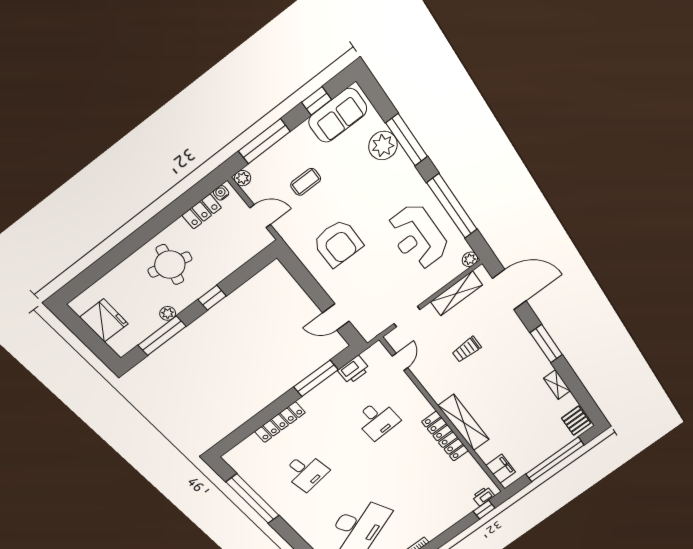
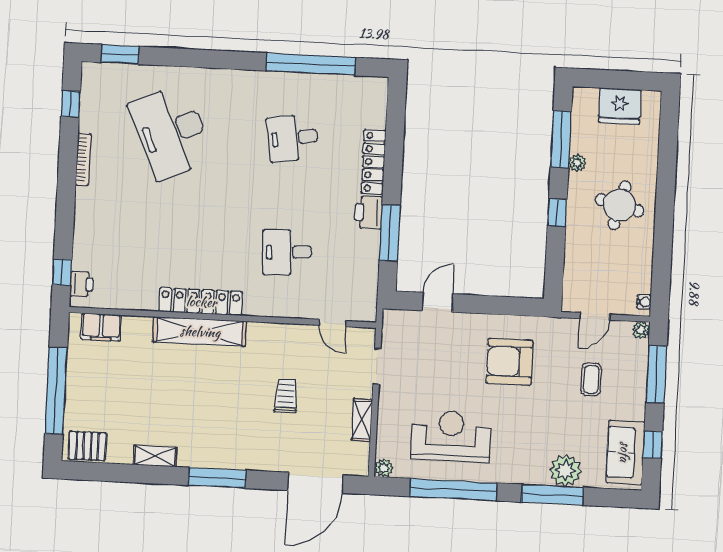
locker: (202, 211) -> (642, 272), removed
shelving: (457, 293) -> (362, 420), width x0.67, depth x0.75
printer: (354, 370) -> (369, 213), moved

